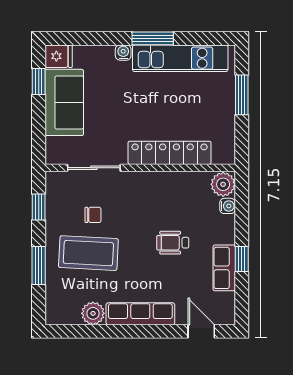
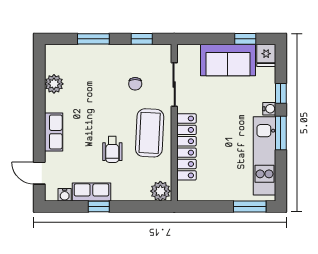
window: (105, 38) -> (281, 93), added
window: (242, 95) -> (250, 206), moved
water cooler: (228, 206) -> (65, 195), moved
wheelchair: (173, 243) -> (112, 150), turned 180
coffee table: (88, 253) -> (150, 133), moved
row of seats: (140, 314) -> (54, 132), width x0.68
door: (201, 331) -> (39, 173), swing flipped

